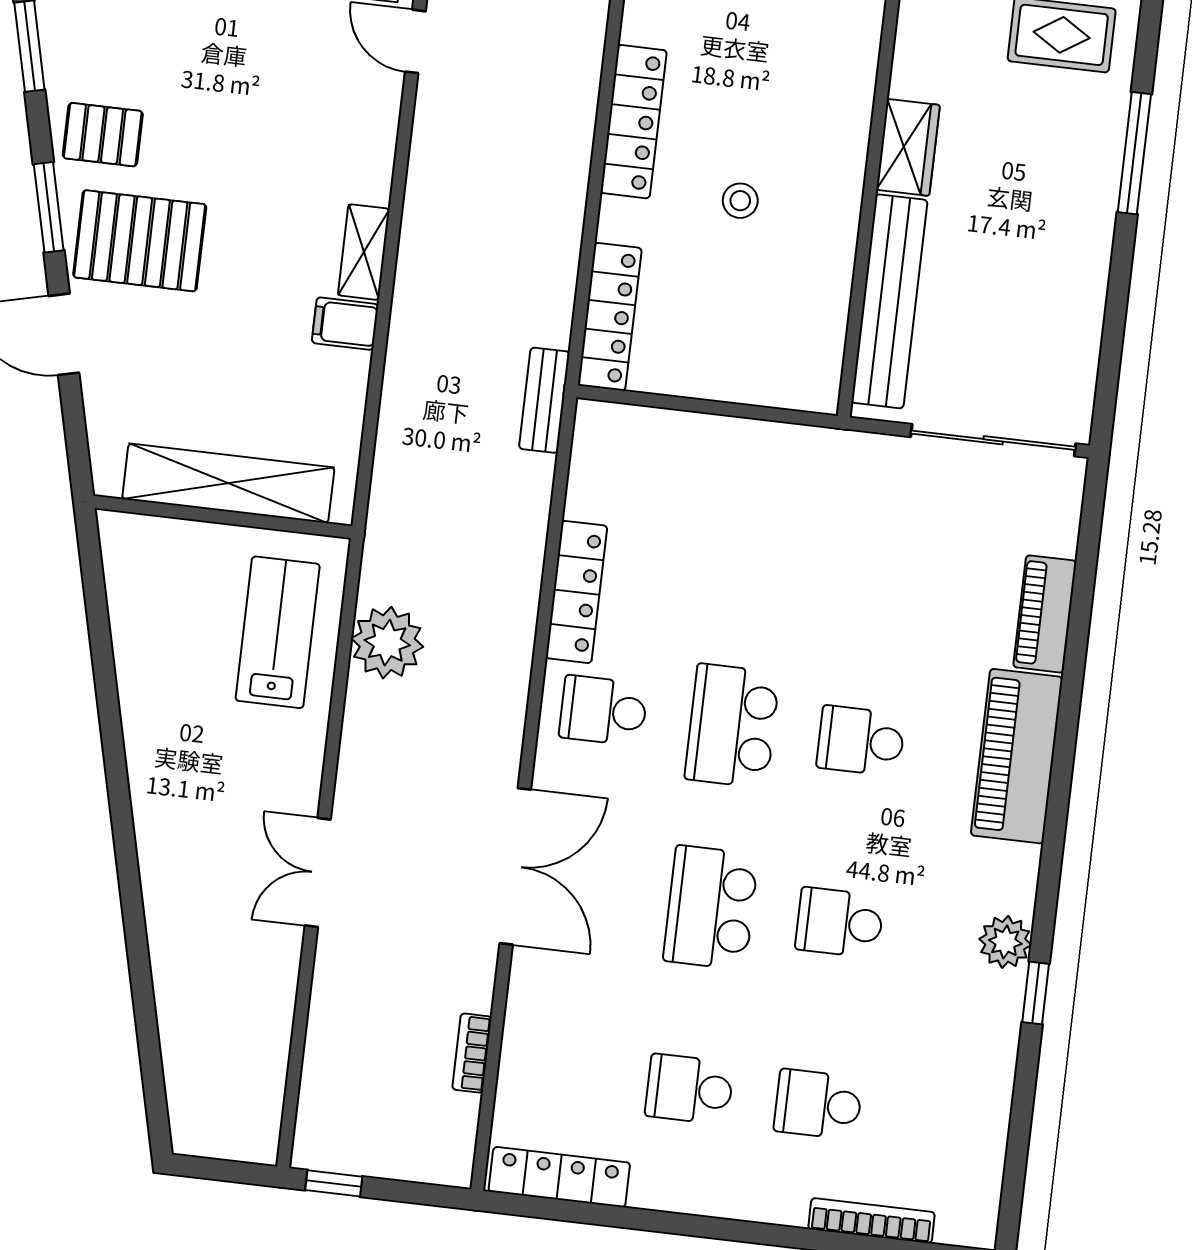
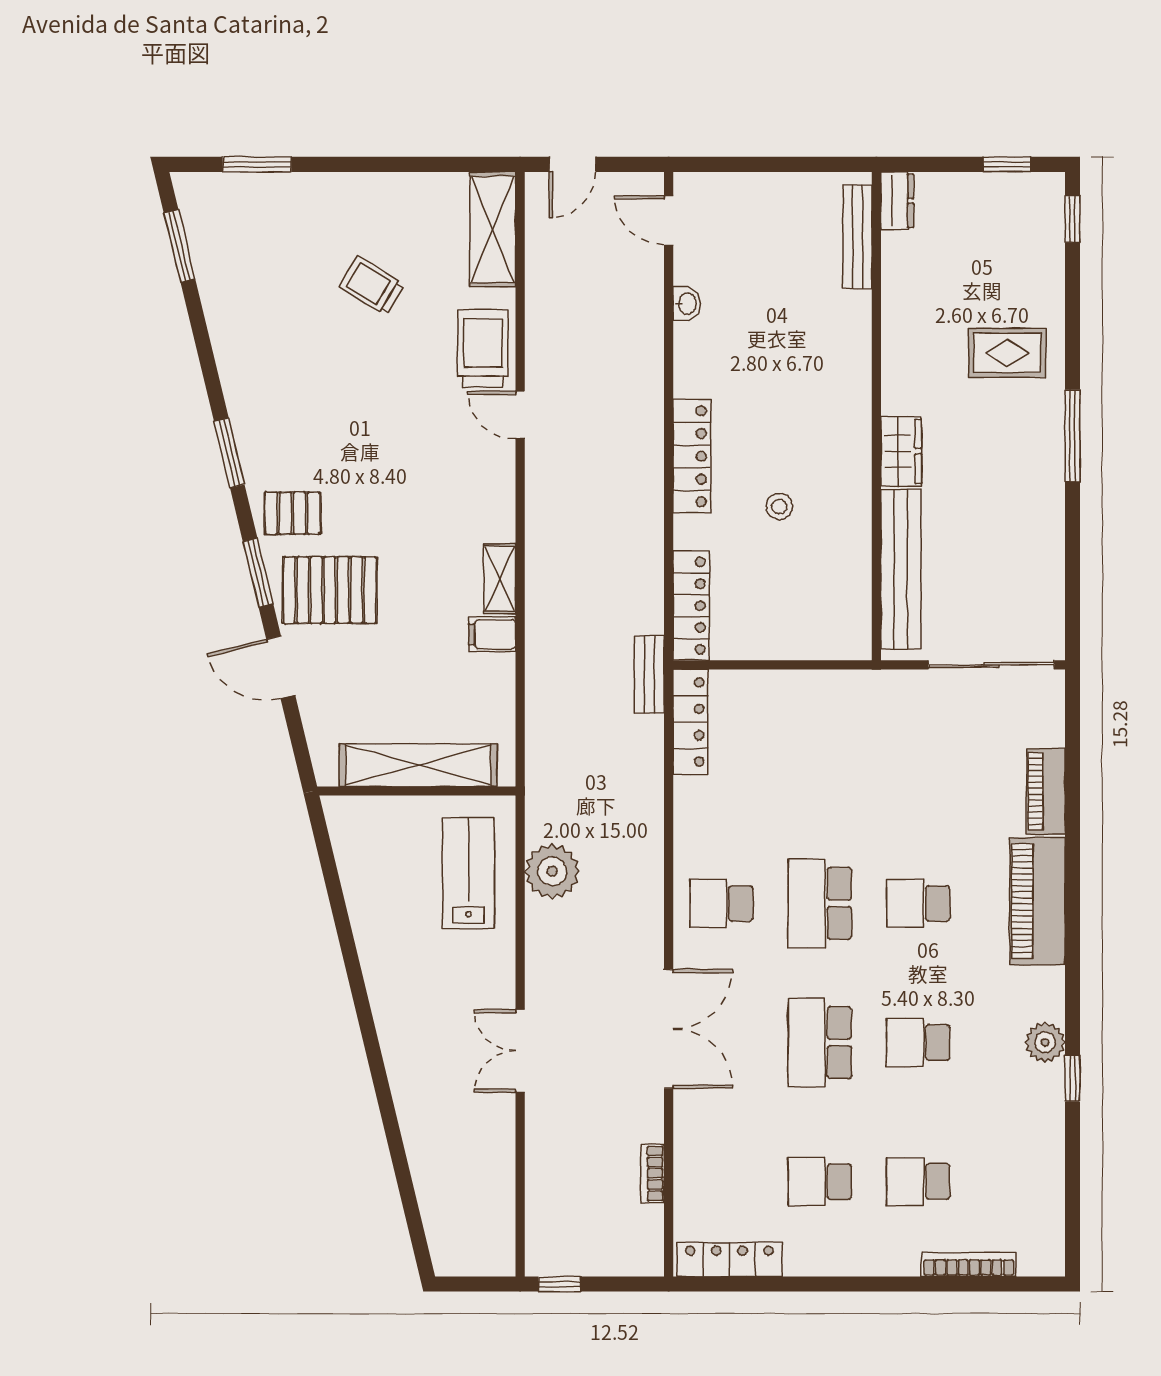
locker: (577, 592) -> (690, 722), moved

